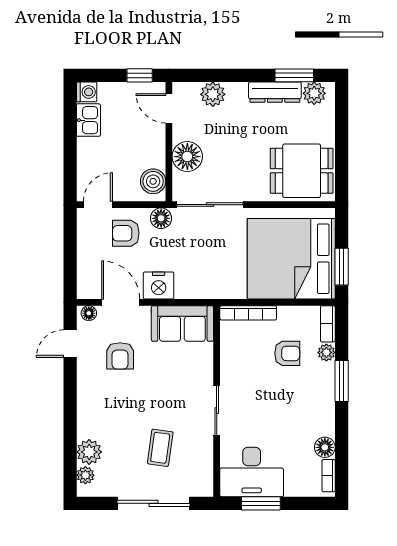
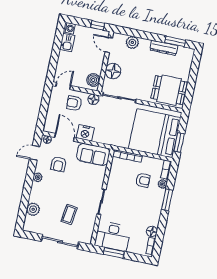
plant: (314, 93) -> (183, 52), removed
plant: (85, 475) -> (38, 177), moved

